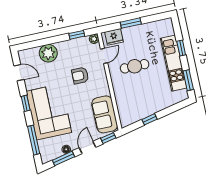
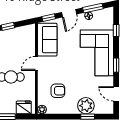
window: (77, 35) -> (88, 117), moved
door: (104, 56) -> (36, 63), moved
armchair: (80, 76) -> (58, 91), moved
window: (34, 140) -> (116, 30), width x0.46

